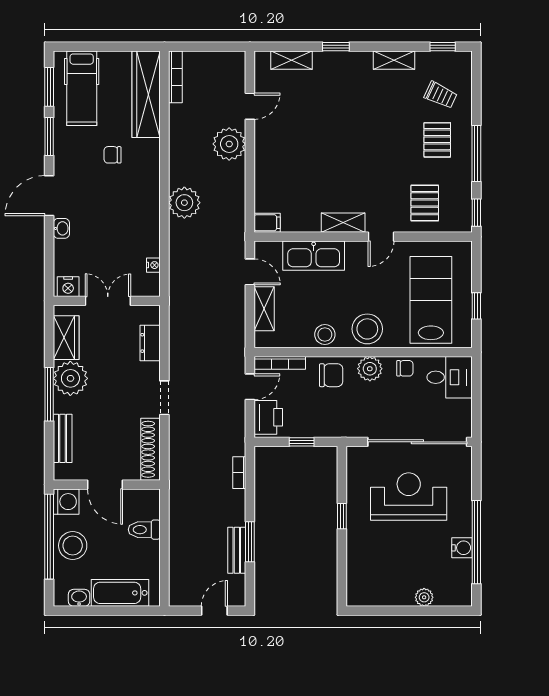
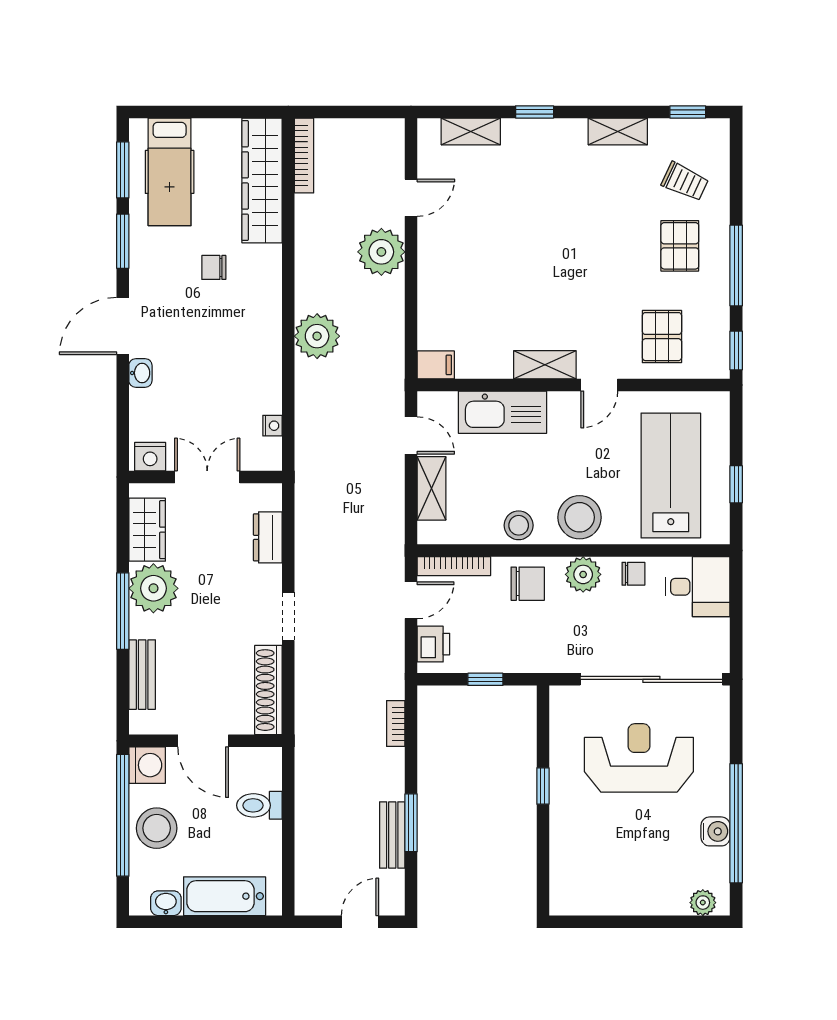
printer: (268, 417) -> (433, 644), width x0.73, depth x0.81
plant: (424, 597) -> (703, 903), moved

